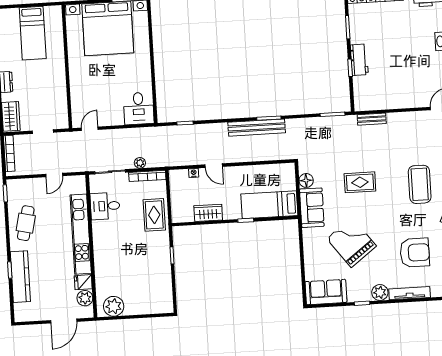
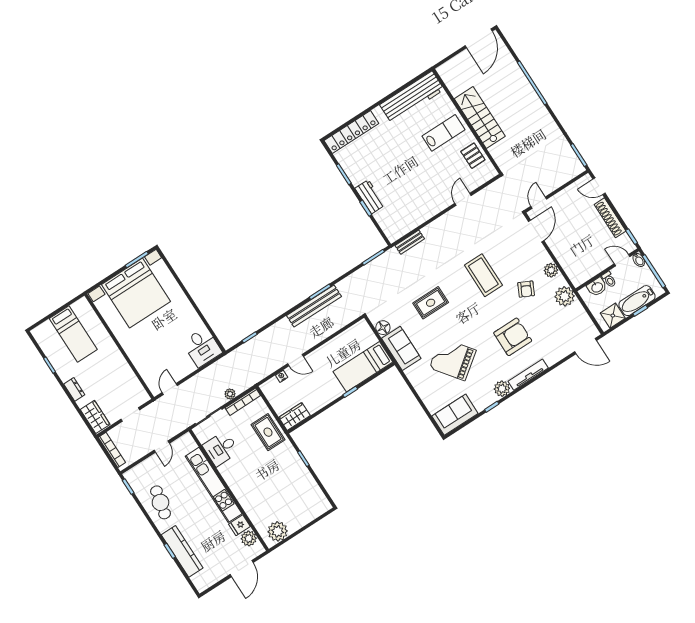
wardrobe: (208, 213) -> (294, 416), moved

